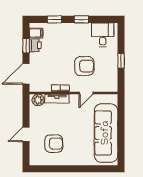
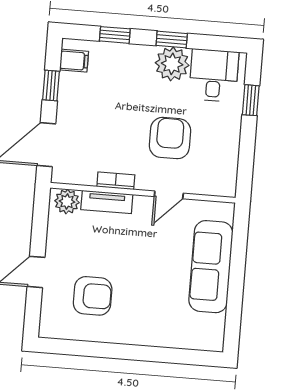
plant: (83, 31) -> (172, 64), added
printer: (35, 45) -> (70, 86), removed
window: (121, 61) -> (251, 100), moved
armchair: (84, 66) -> (170, 138), turned -90
sofa: (106, 133) -> (211, 267), width x0.74, depth x0.79

